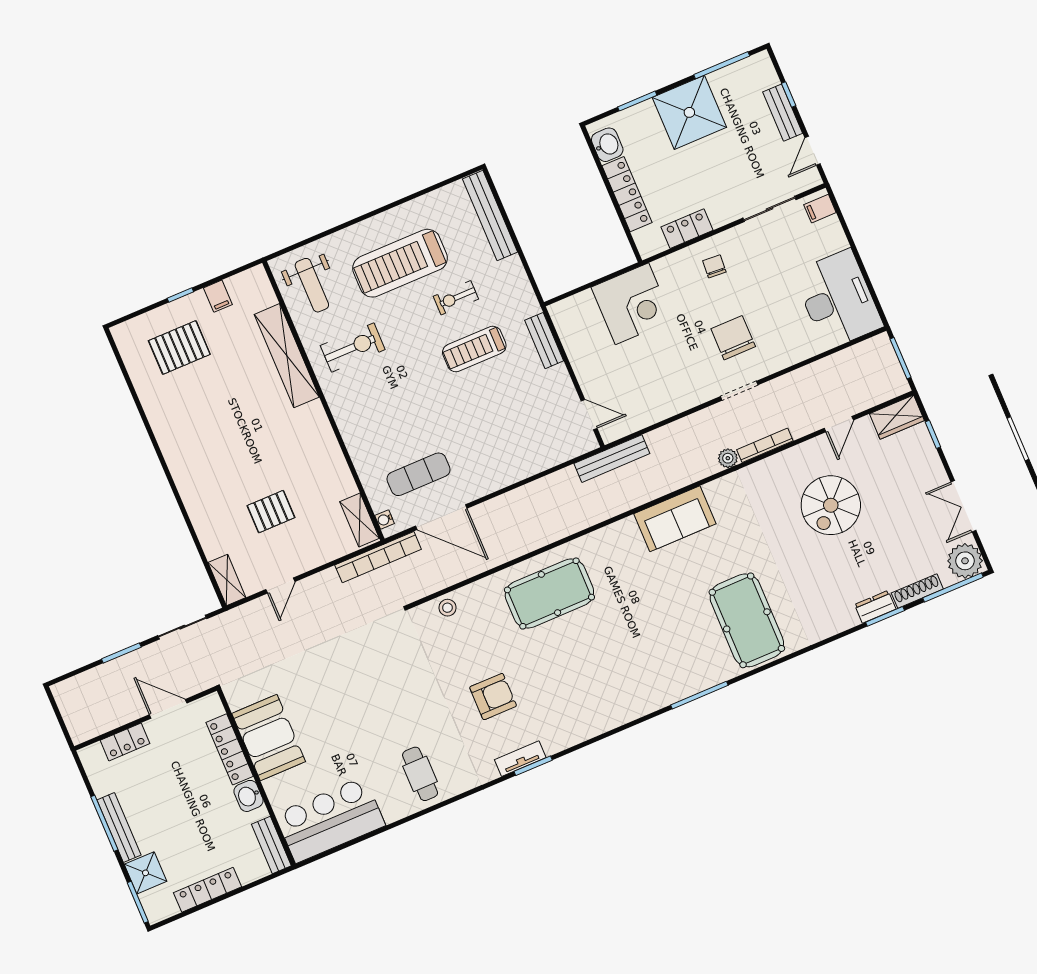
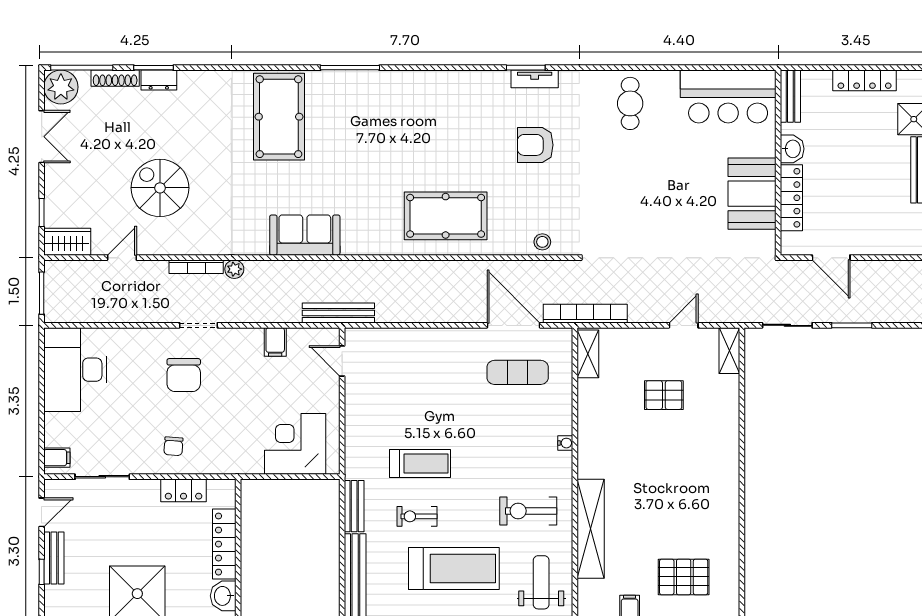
exercise bike: (456, 298) -> (417, 516), turned 180
corner desk: (632, 304) -> (295, 444), moved
bench: (544, 341) -> (354, 506), moved
filing cabinet: (660, 406) -> (275, 342), added
spiral stairs: (831, 505) -> (160, 188), turned -90
water cooler: (385, 520) -> (565, 443), moved
locker: (125, 742) -> (882, 244), removed

